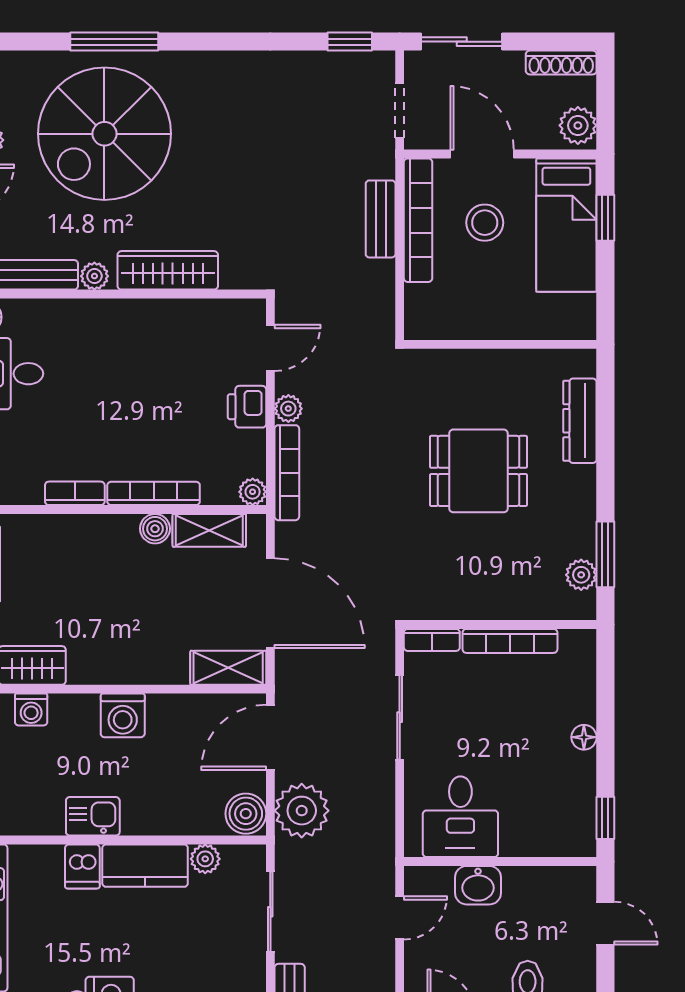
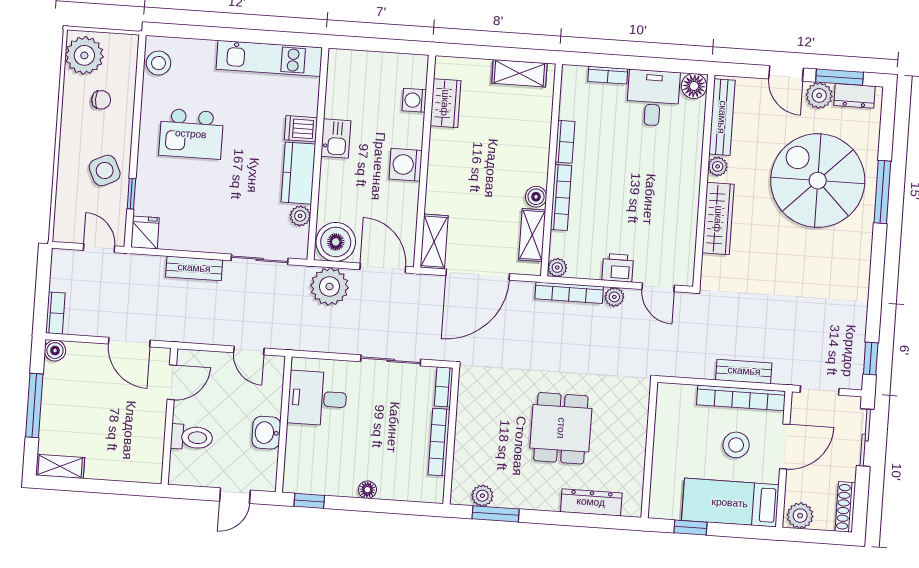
window: (605, 218) -> (690, 528), moved
boiler: (246, 814) -> (336, 242), width x1.37, depth x1.37
washbasin: (478, 885) -> (266, 433), moved

